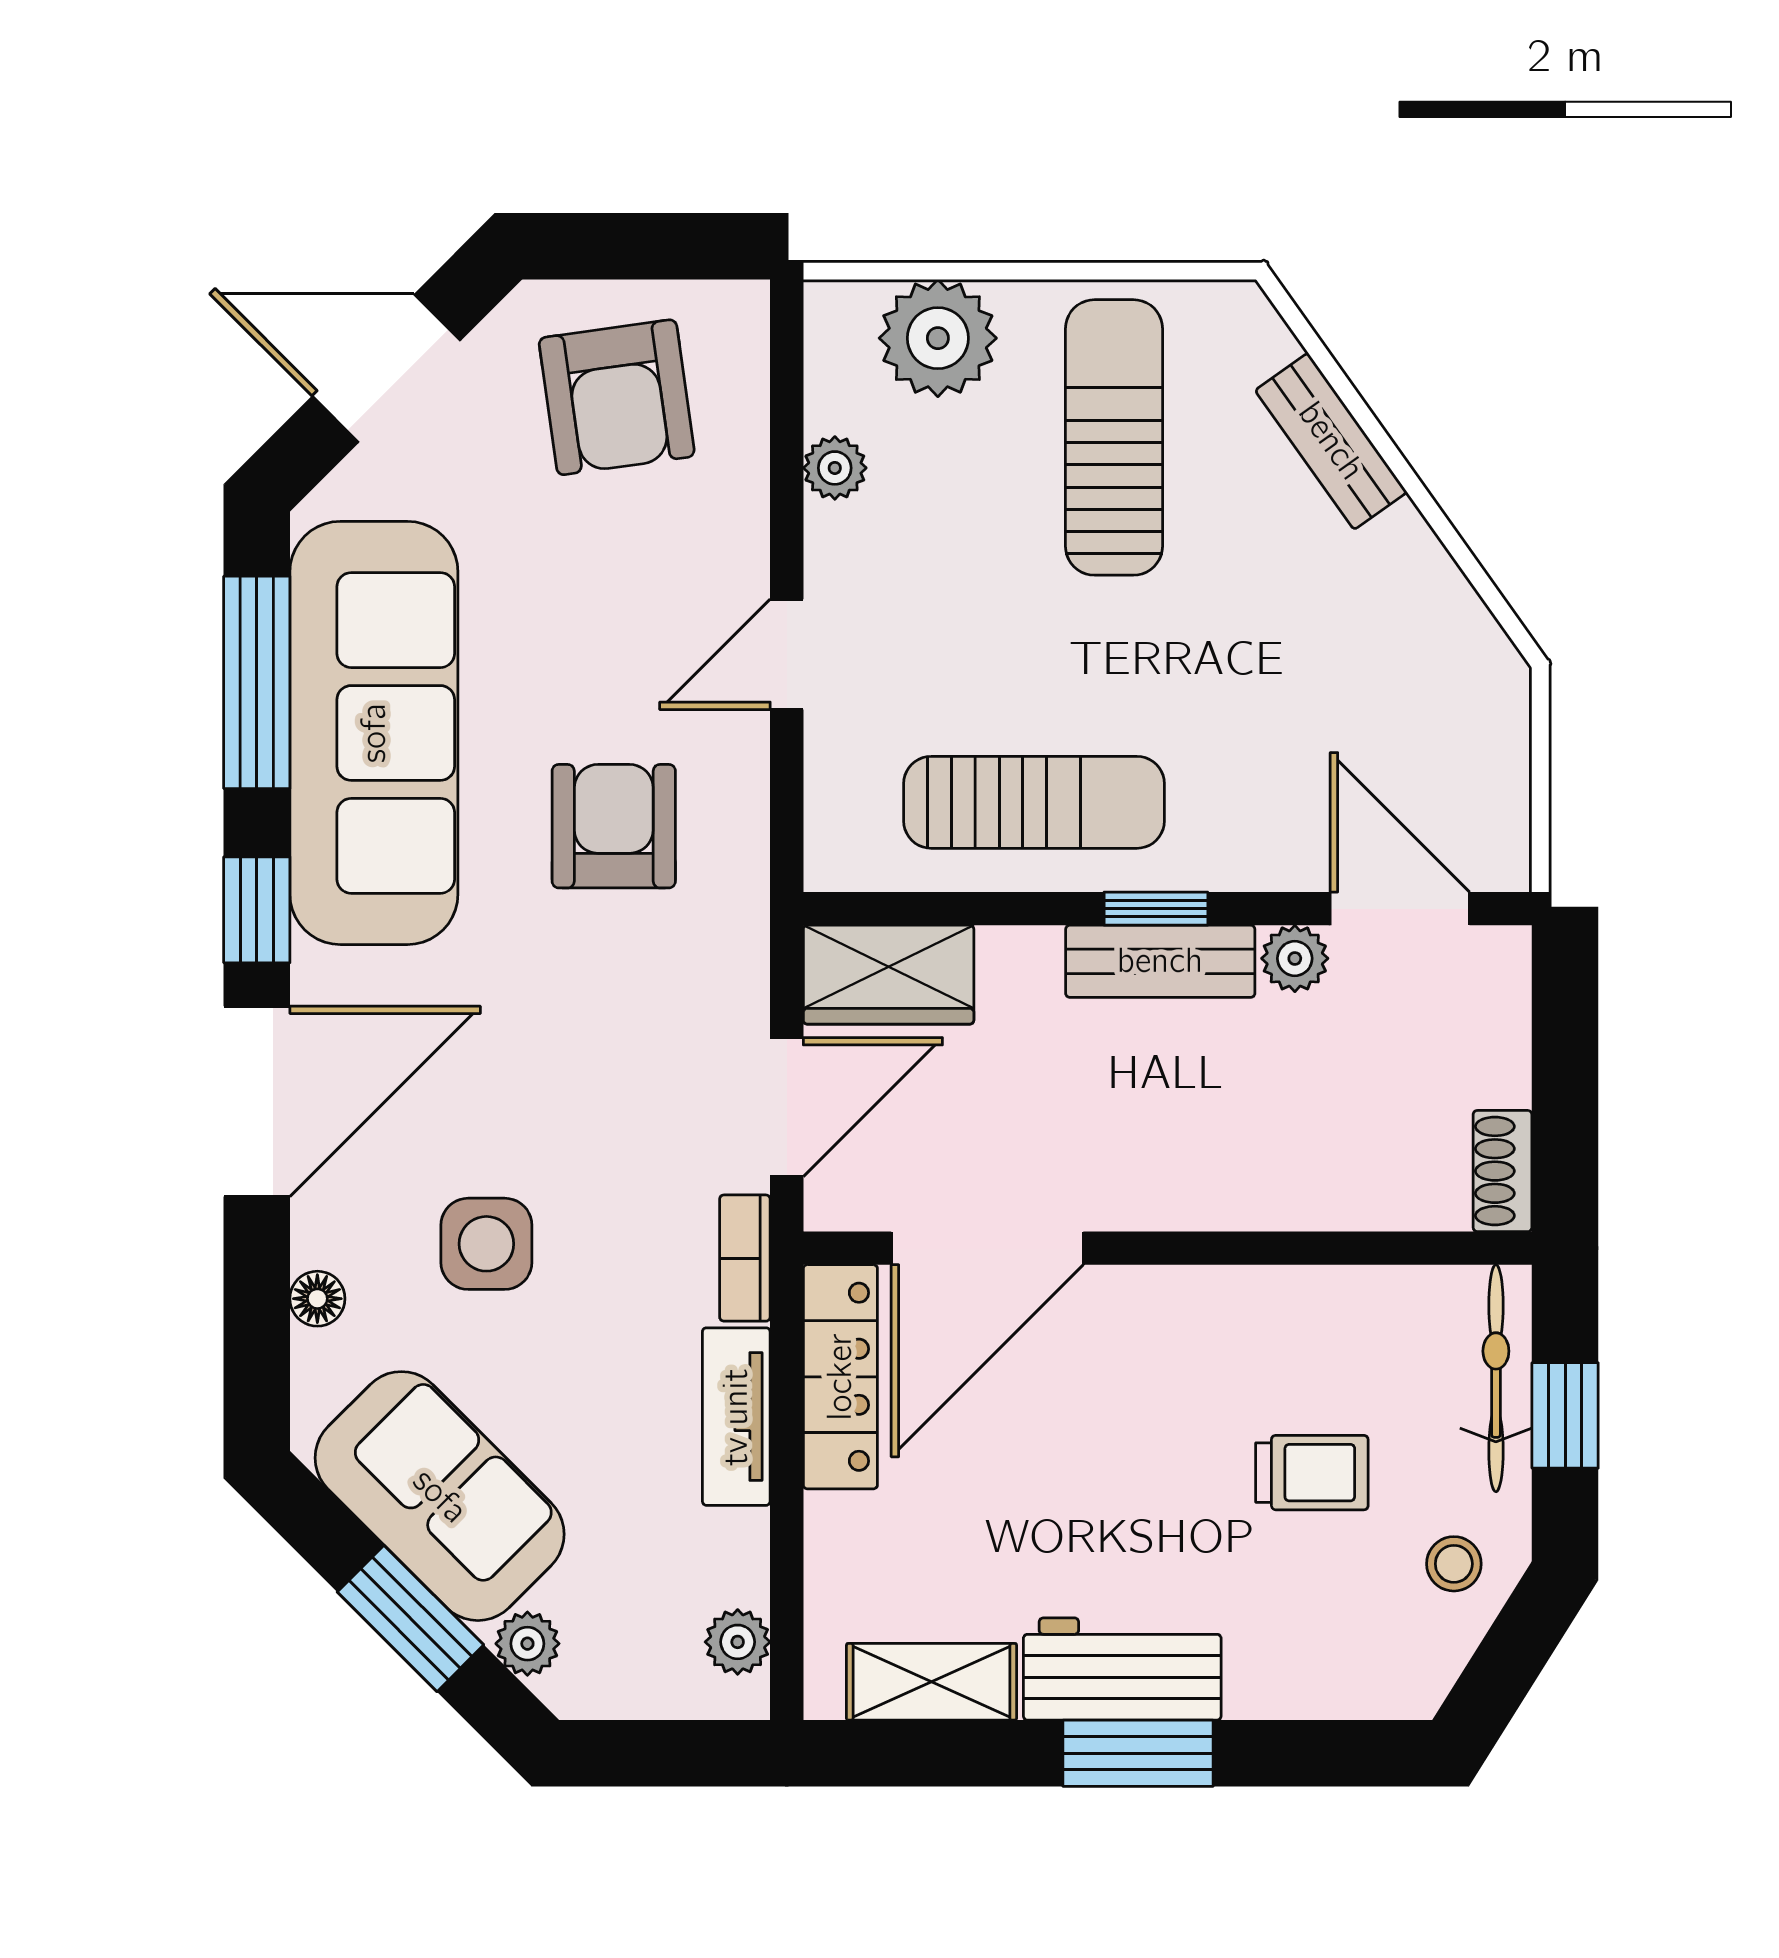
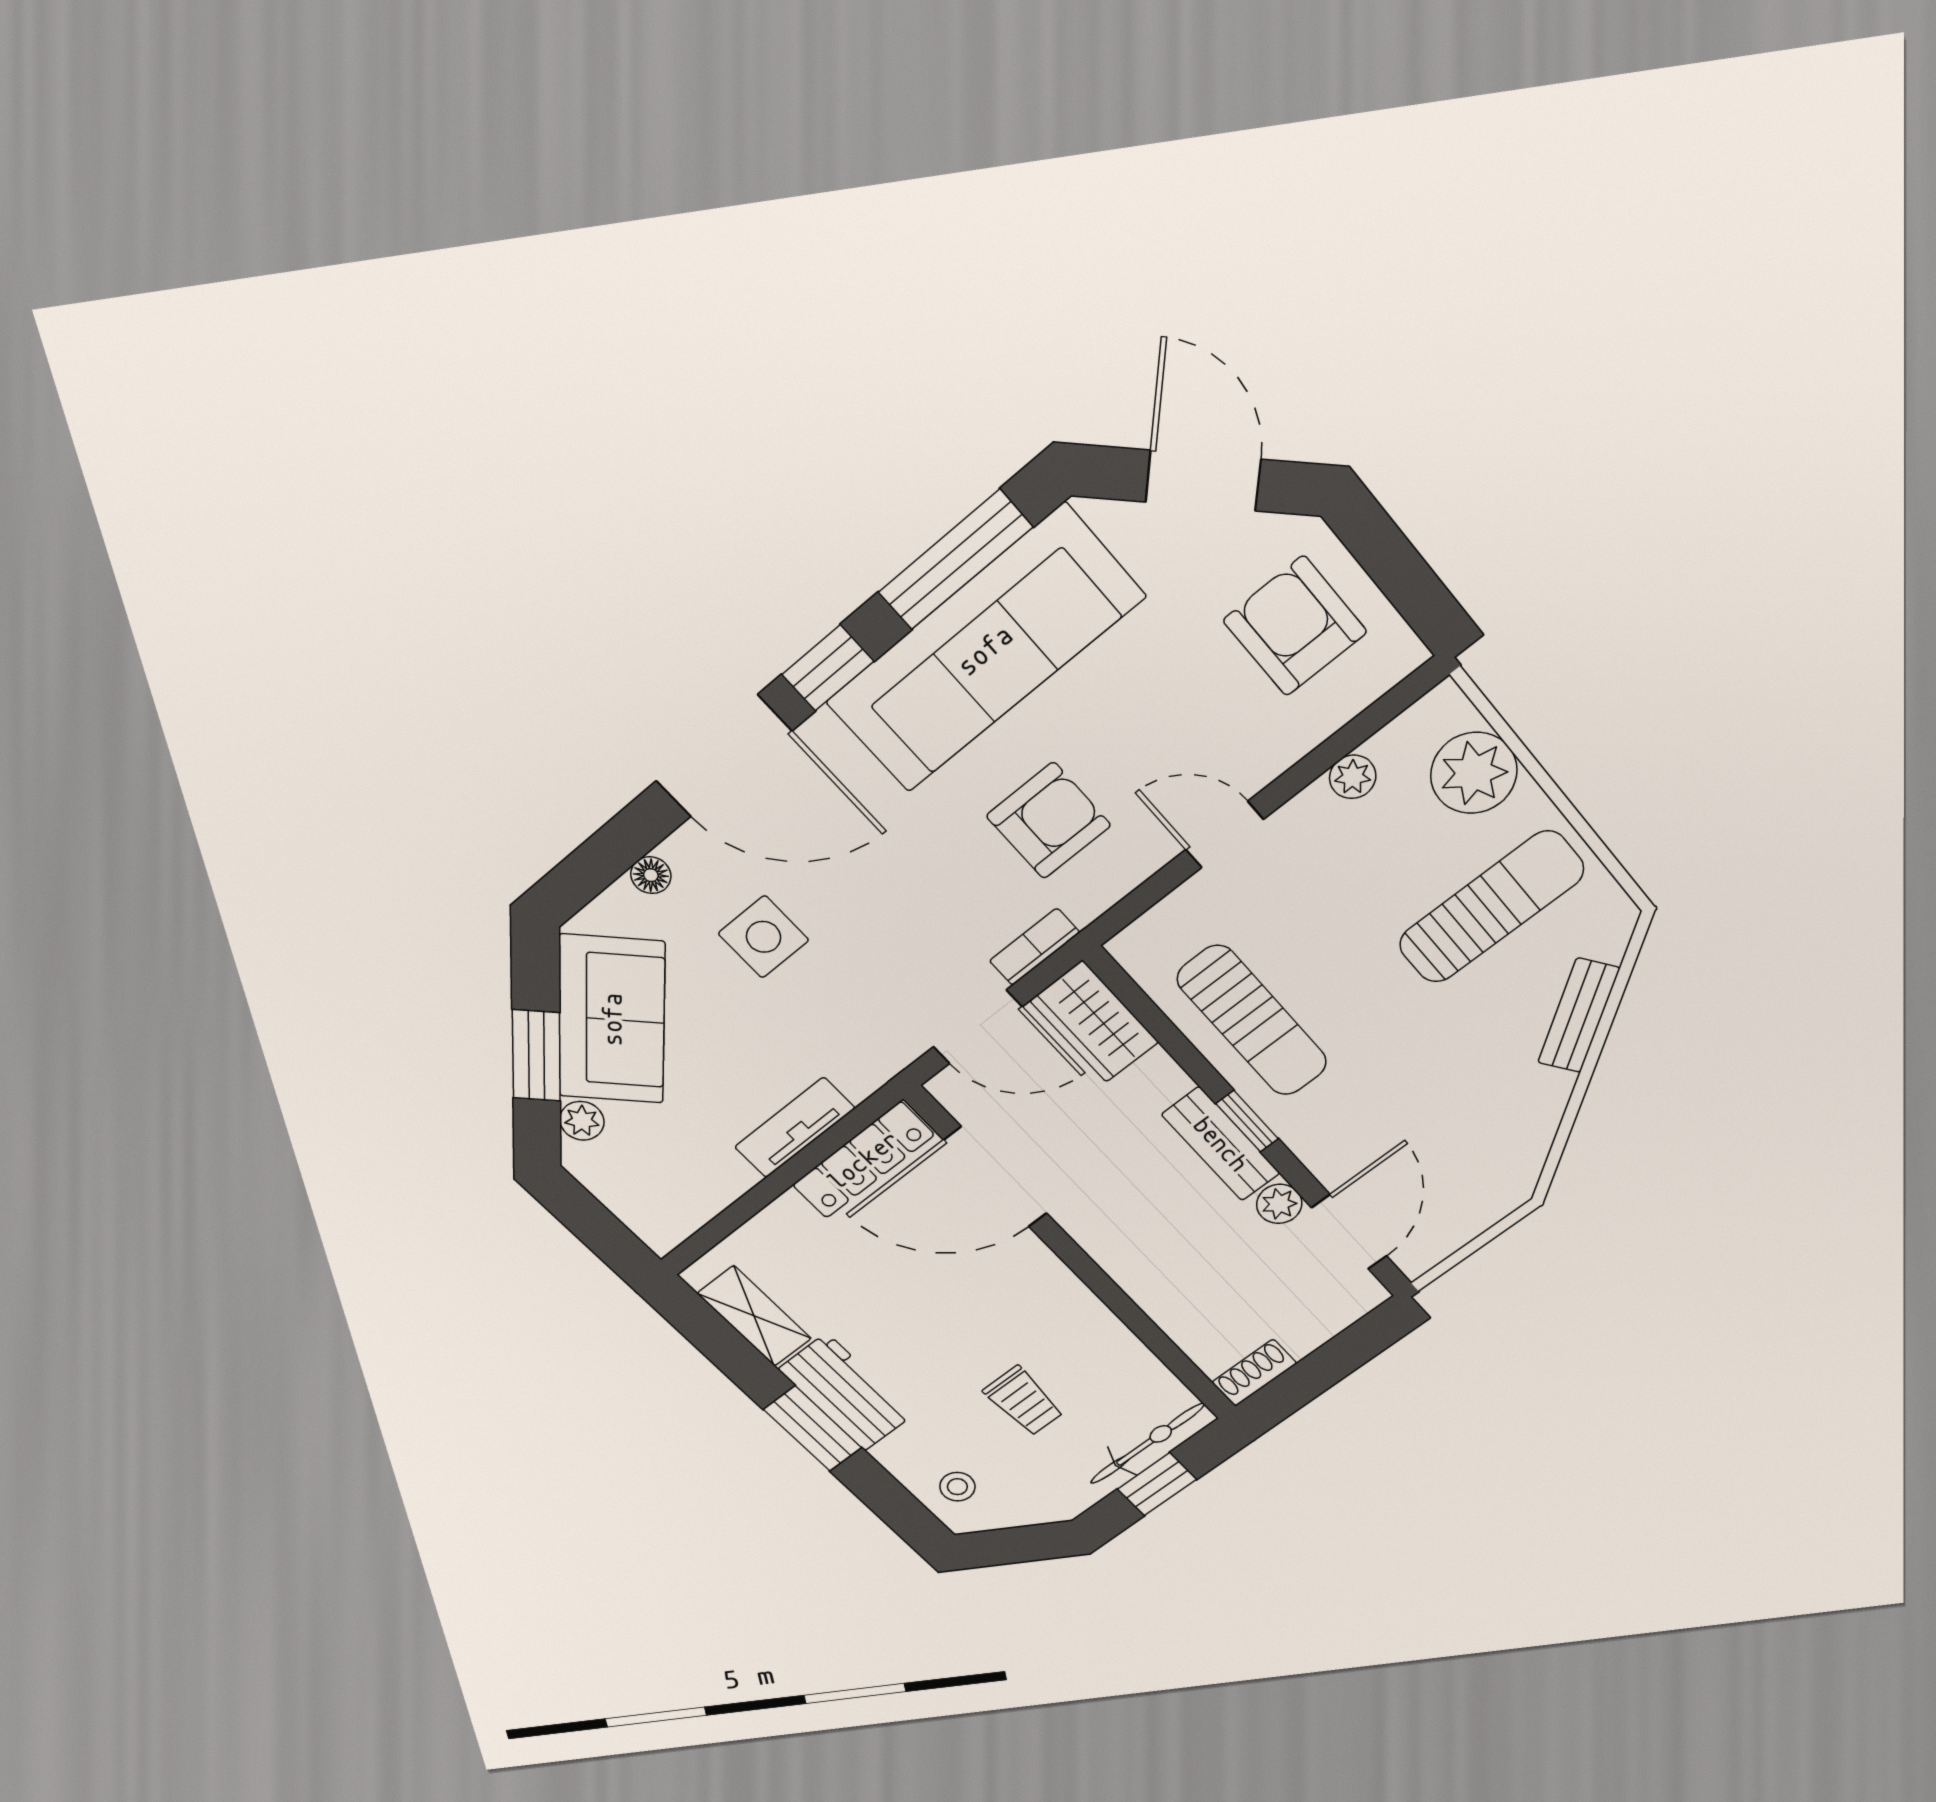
armchair: (617, 397) -> (1295, 626), turned 98
bookcase: (745, 1258) -> (1035, 947), moved
stool: (1454, 1564) -> (957, 1487), moved
plant: (738, 1642) -> (684, 1216), removed

